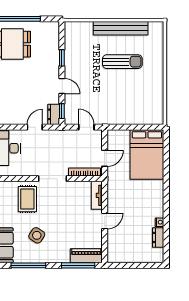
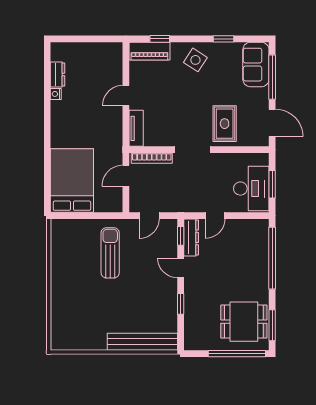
bench: (121, 28) -> (142, 342), moved
sun lounger: (122, 62) -> (110, 253), moved, turned 90
dresser: (54, 114) -> (191, 237), width x1.44
door: (86, 127) -> (149, 216), hinge flipped
side table: (37, 235) -> (195, 60), moved
window: (28, 265) -> (223, 39), width x0.46
window: (78, 265) -> (160, 39), width x0.46

